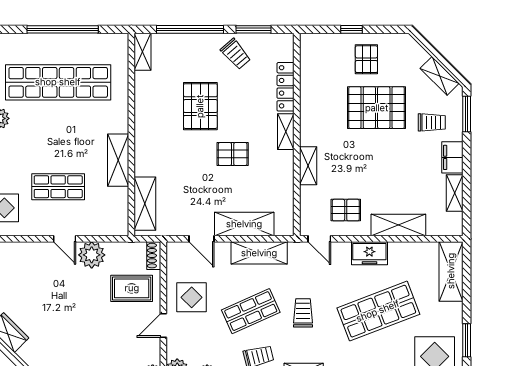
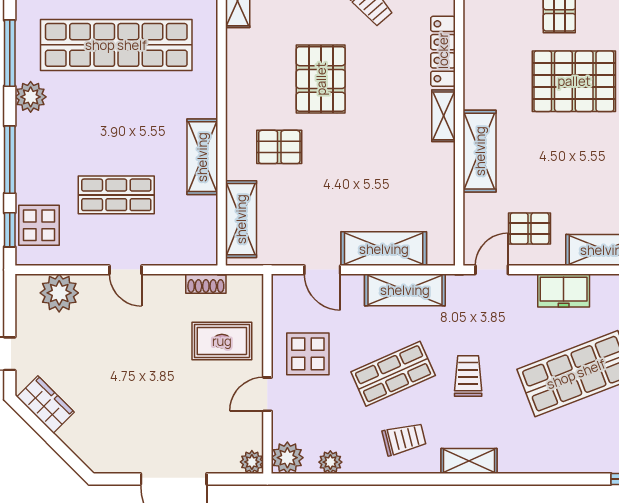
pallet: (233, 154) -> (279, 147), moved
shelving: (308, 166) -> (480, 151), width x1.50, depth x1.33
door: (319, 239) -> (492, 270), swing flipped
plant: (92, 255) -> (59, 293), moved
shoe rack: (154, 256) -> (206, 284), moved, turned -90

